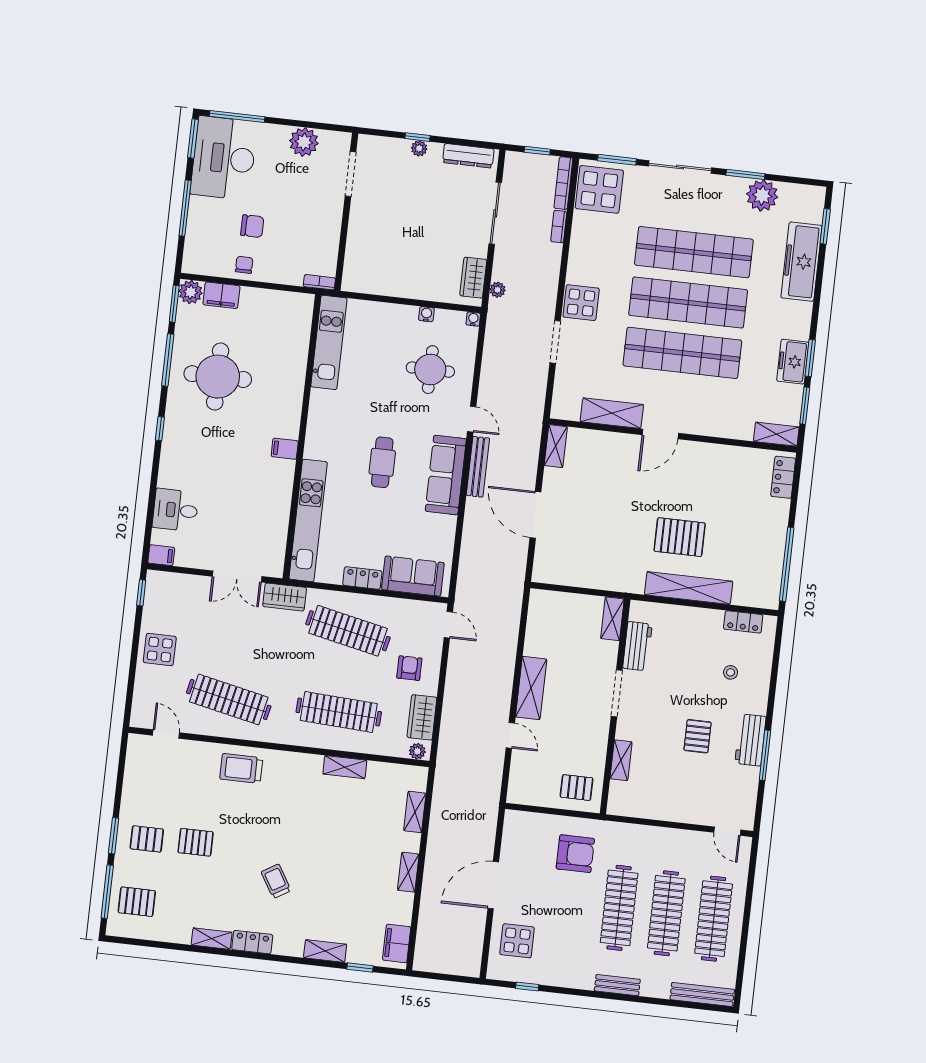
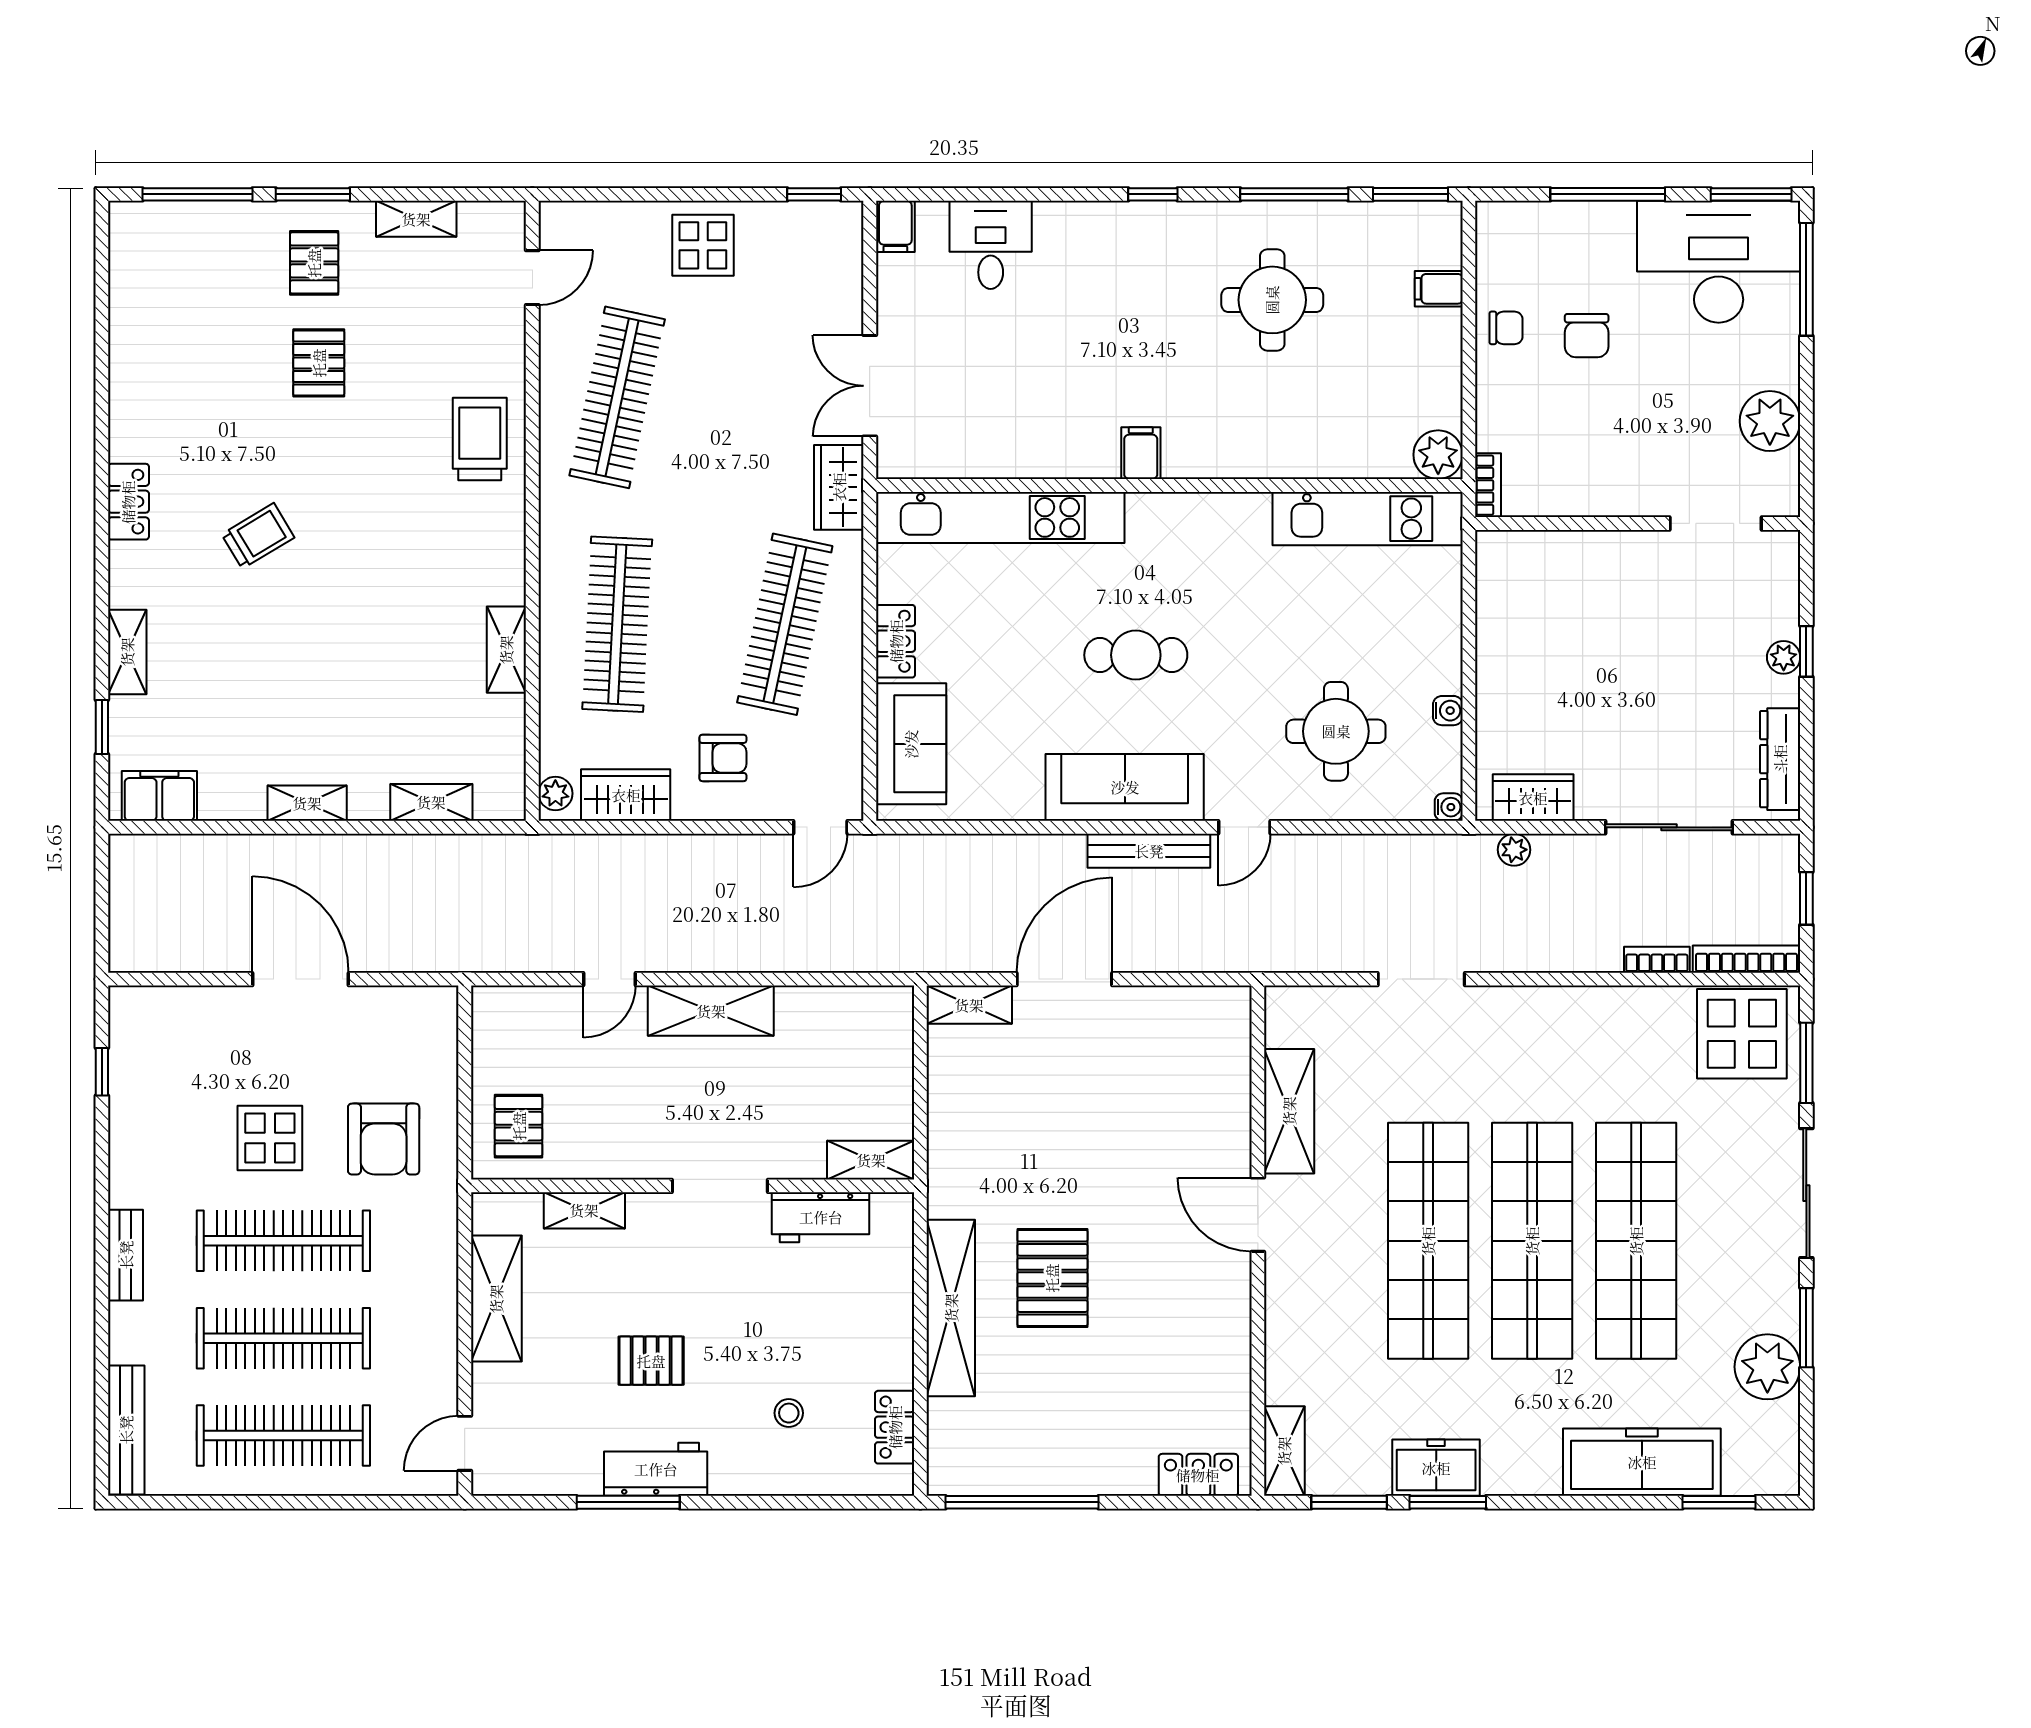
plant: (191, 292) -> (1438, 455), moved
filing cabinet: (221, 295) -> (1439, 289), width x0.50
display table: (581, 303) -> (1507, 1023), removed
round table: (218, 377) -> (1272, 300), width x0.73, depth x0.73
shelving: (556, 446) -> (969, 1005), moved
shelving: (659, 808) -> (496, 1299), added
pallet: (137, 902) -> (184, 257), removed
shelving: (212, 939) -> (416, 219), moved, turned 90
display table: (517, 941) -> (270, 1138), moved

